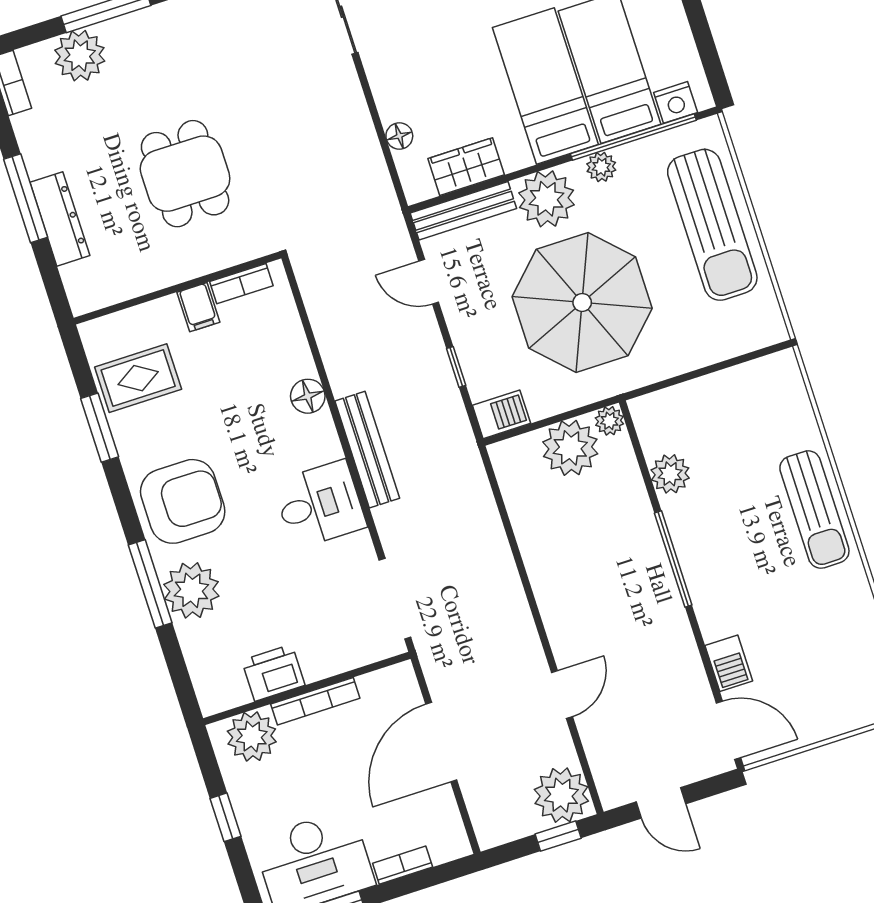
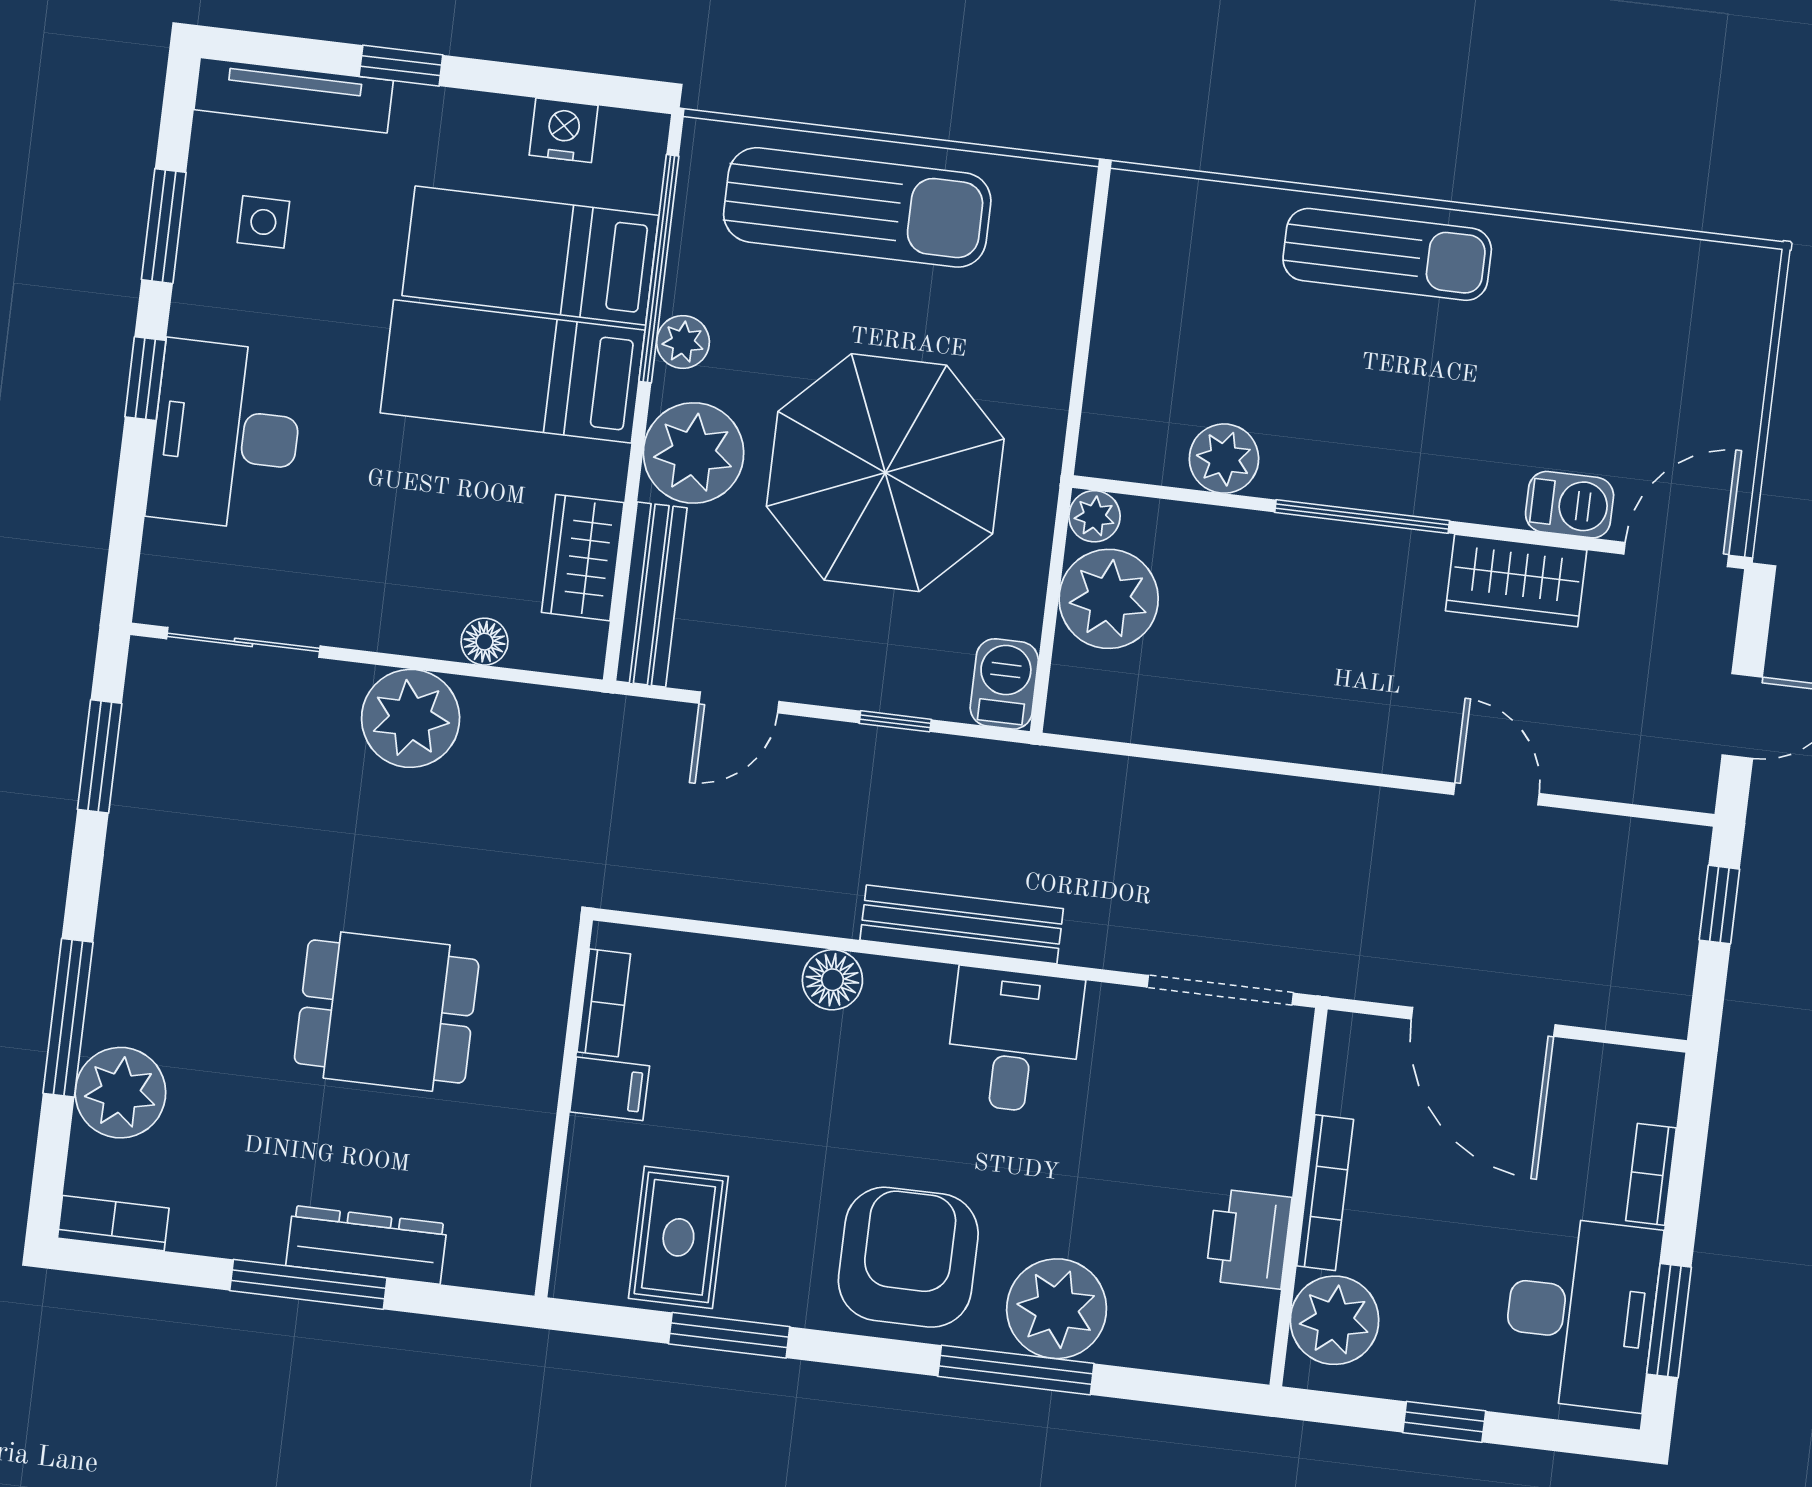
nightstand: (676, 102) -> (564, 130), moved, turned -90
wardrobe: (677, 654) -> (1516, 580), added
plant: (561, 795) -> (411, 718), moved

